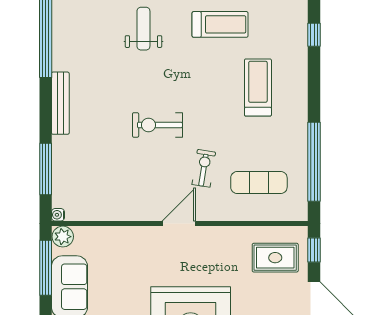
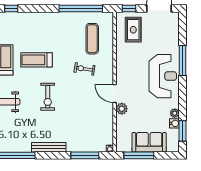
treadmill: (258, 87) -> (36, 60), moved
exercise bike: (157, 125) -> (48, 97), moved
door: (179, 224) -> (115, 94), moved
plant: (63, 237) -> (122, 109), moved

